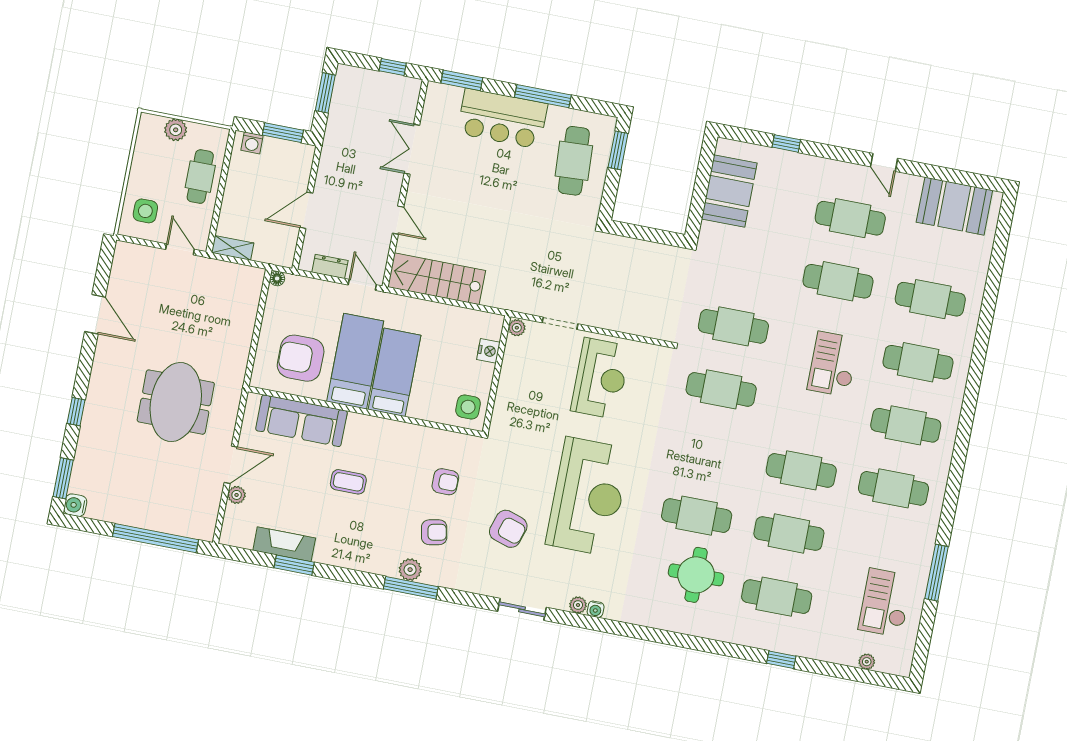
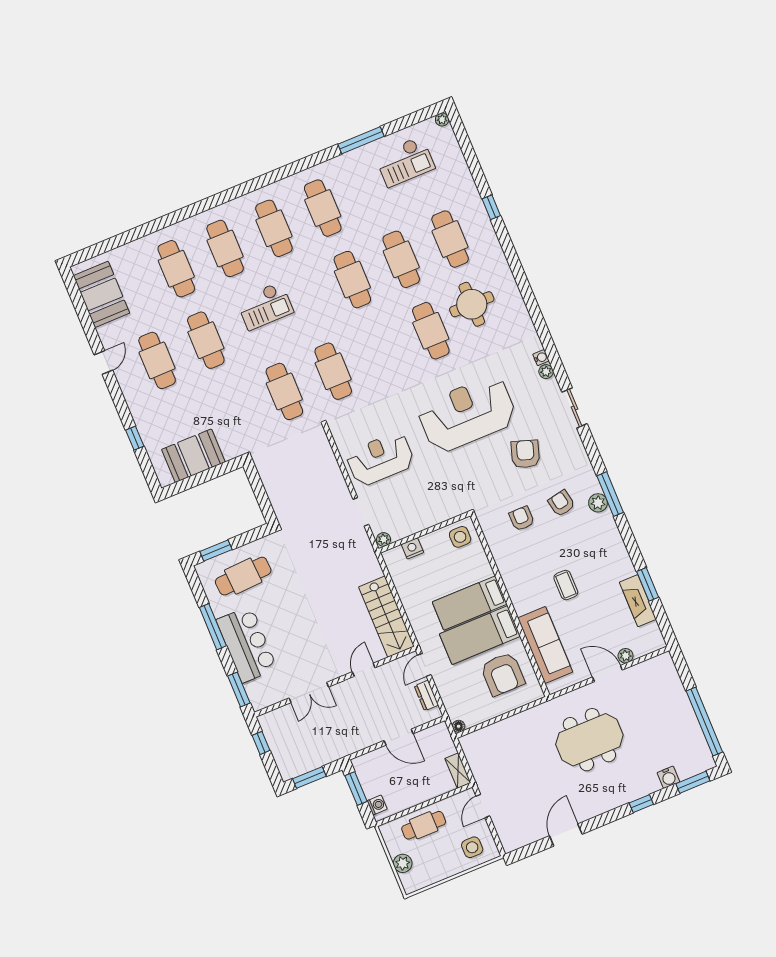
water cooler: (75, 505) -> (668, 777), moved
window: (155, 538) -> (704, 721), moved
plant: (867, 662) -> (442, 119), moved

